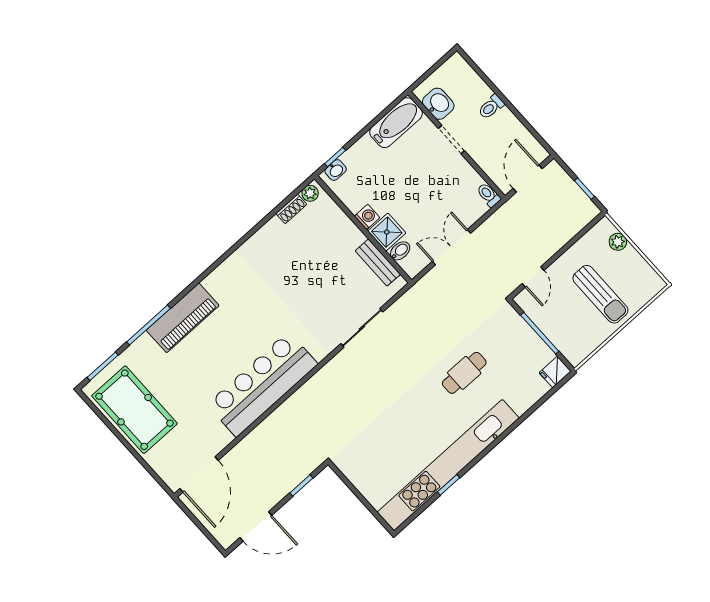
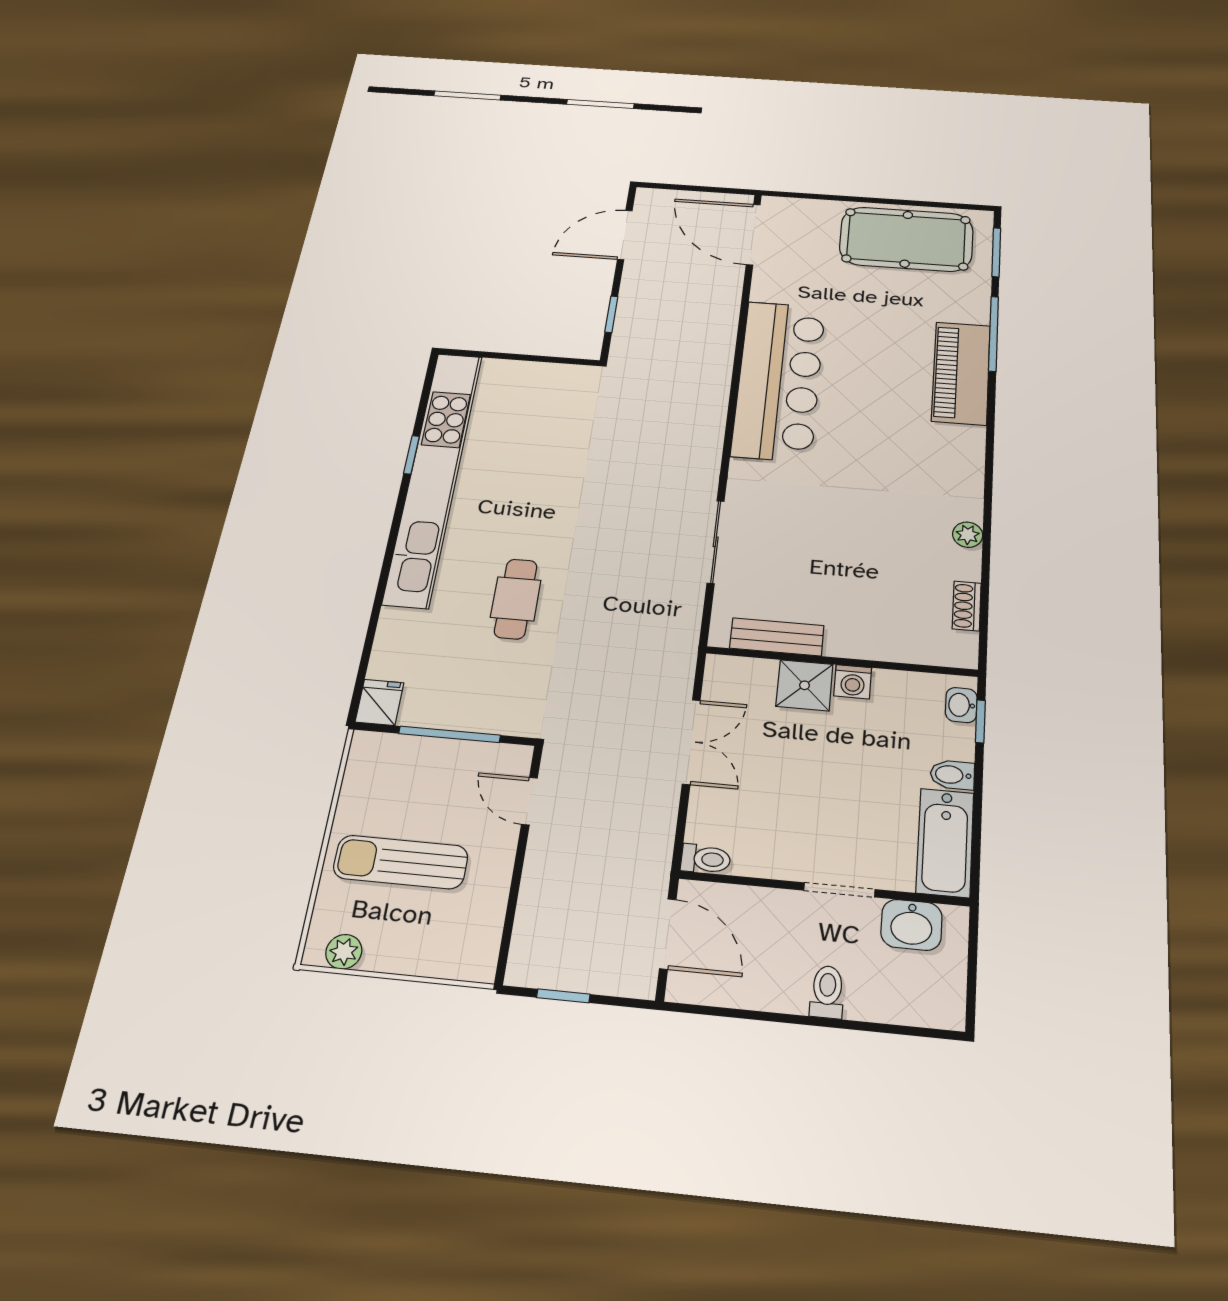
plant: (310, 193) -> (968, 535), moved
plant: (618, 242) -> (344, 952), moved
bidet: (400, 251) -> (952, 775), moved, turned 90

